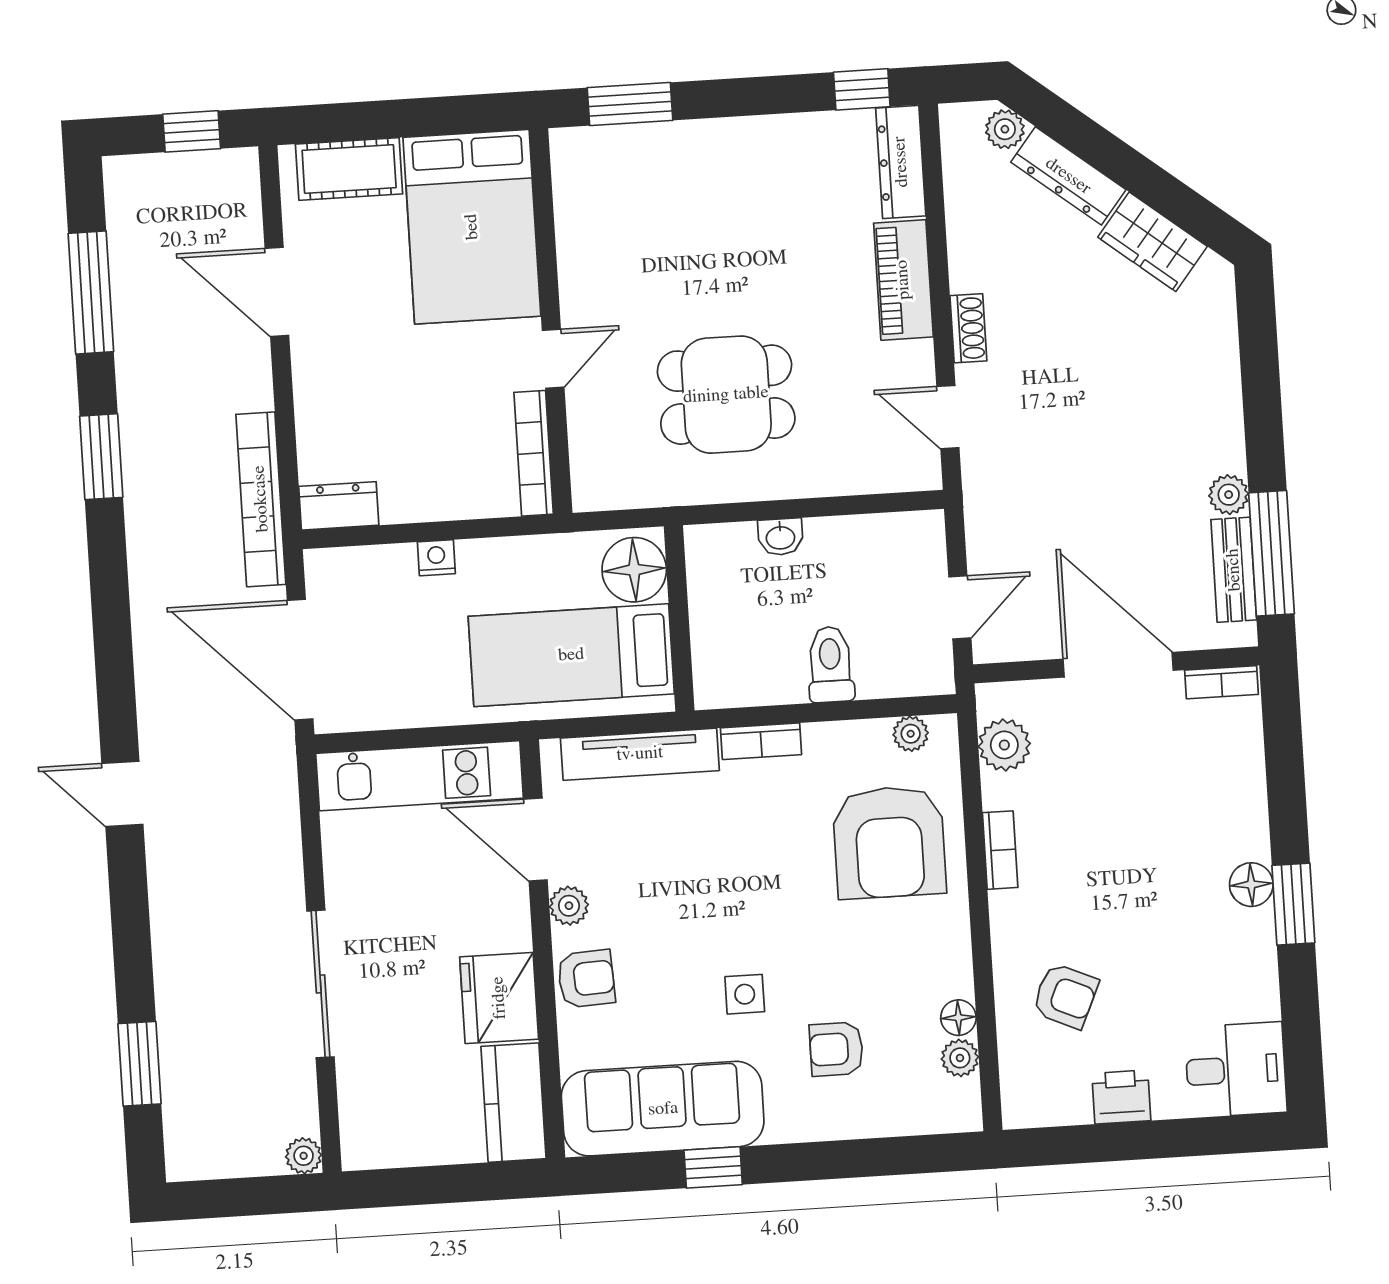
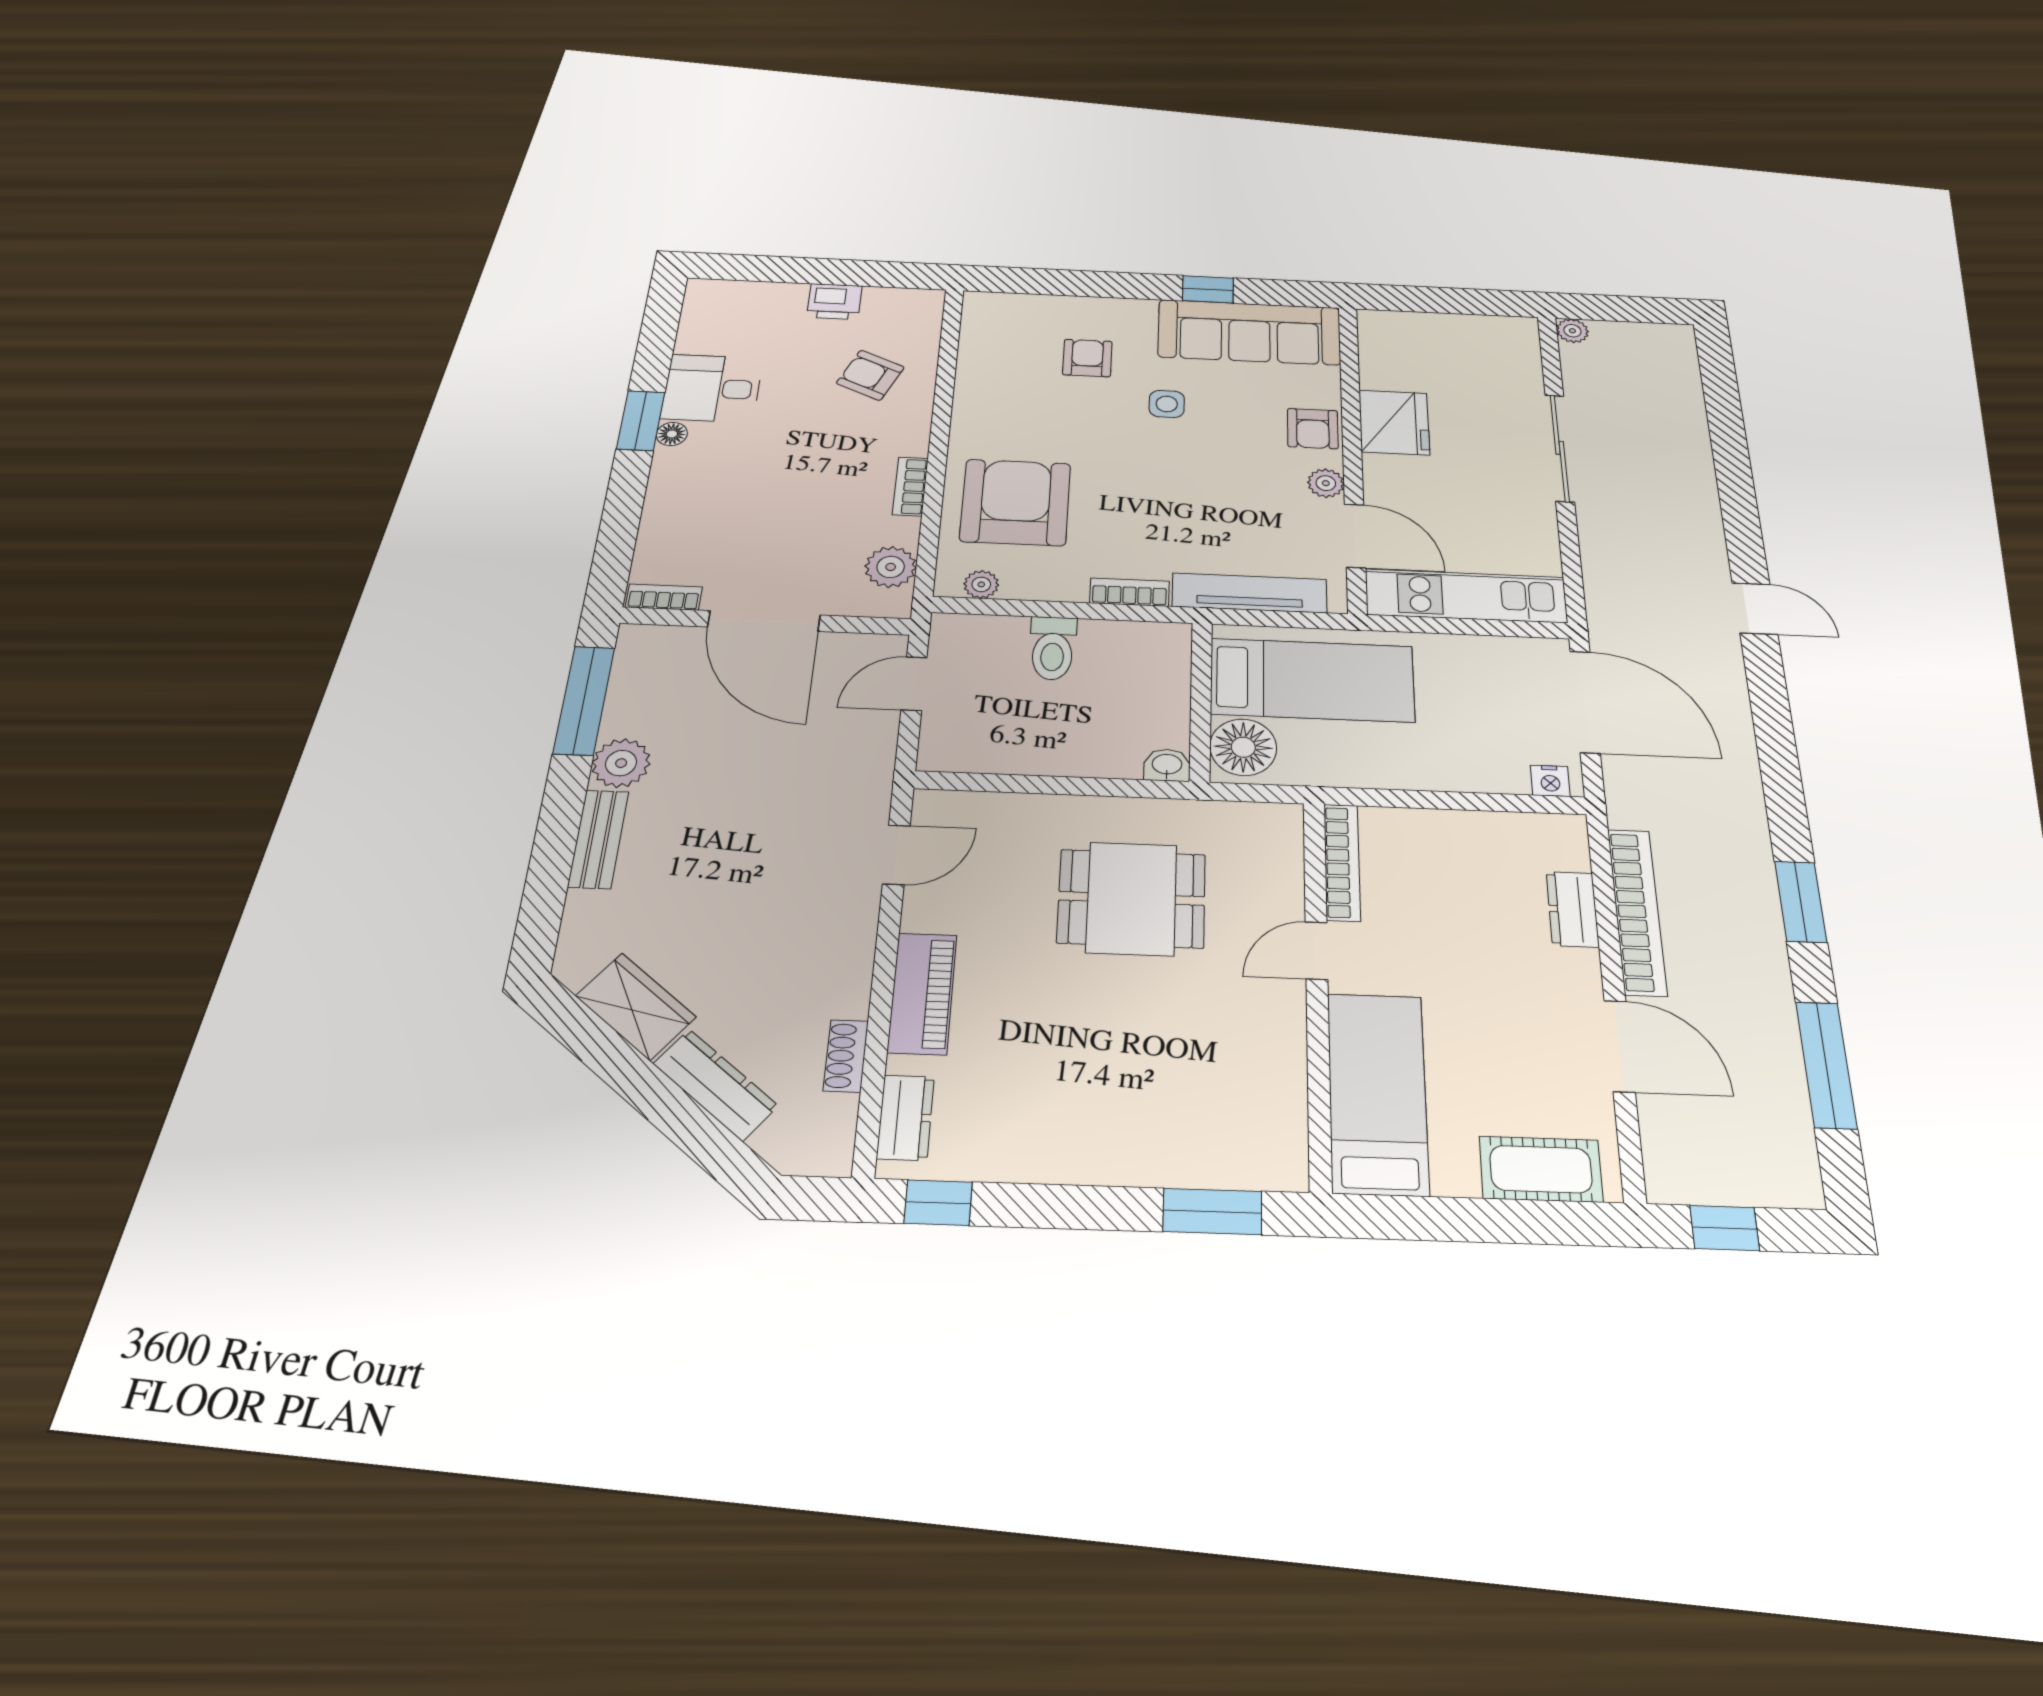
plant: (1005, 129) -> (778, 1142), removed
dresser: (901, 162) -> (905, 1118), width x0.70
bed: (472, 227) -> (1377, 1093), width x0.67
shoe rack: (968, 328) -> (846, 1056), moved
door: (948, 417) -> (896, 855), hinge flipped
plant: (1229, 495) -> (621, 763), width x1.38, depth x1.38
bookcase: (261, 499) -> (1637, 911), moved
dresser: (339, 506) -> (1573, 909), moved, turned 90
washbasin: (780, 537) -> (1167, 765), moved
nightstand: (436, 558) -> (1550, 781), moved
bench: (1234, 570) -> (598, 839), moved
floor lamp: (1251, 885) -> (672, 434), width x0.73, depth x0.73
armchair: (586, 979) -> (1313, 429), turned -87
floor lamp: (958, 1018) -> (972, 369), removed
armchair: (836, 1049) -> (1087, 358), turned -90
plant: (960, 1058) -> (976, 341), removed
window: (139, 1064) -> (1723, 407), removed
desk: (1236, 1070) -> (712, 388), moved
kitchen counter: (514, 1103) -> (1384, 349), removed

